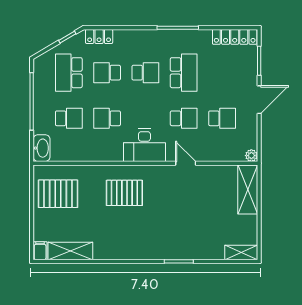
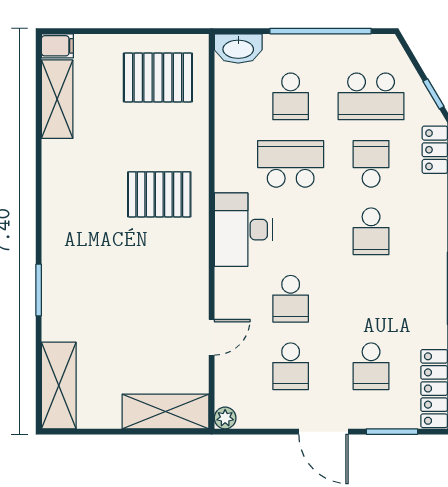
school desk: (69, 73) -> (371, 96), turned 180
school desk: (184, 73) -> (371, 366), moved, width x0.54
school desk: (107, 118) -> (291, 164), width x1.85
door: (186, 163) -> (212, 337), moved
pallet: (124, 193) -> (159, 194), turned 90
pallet: (58, 194) -> (158, 77), turned 90
shelving: (241, 252) -> (59, 385), width x1.50, depth x1.33

